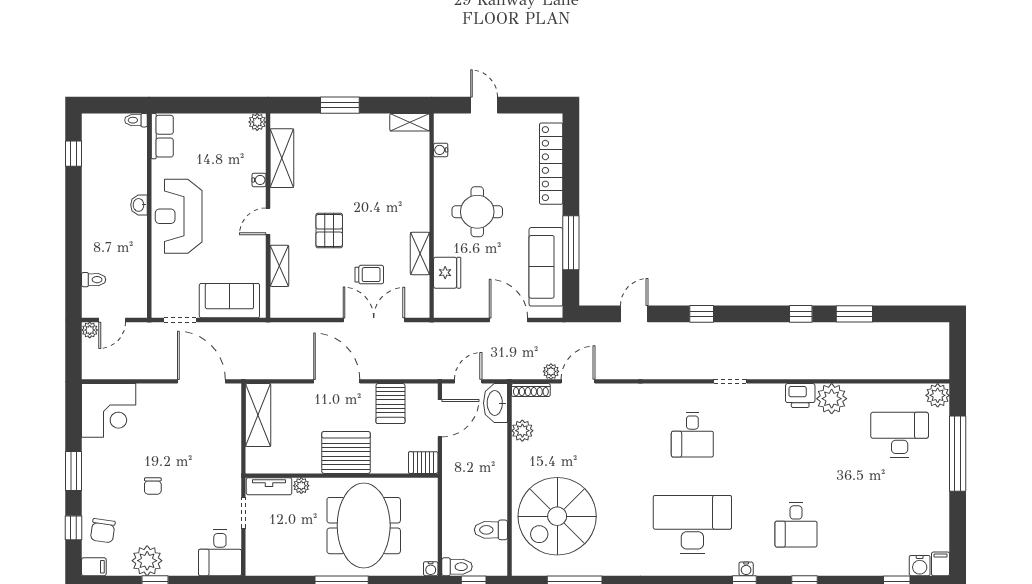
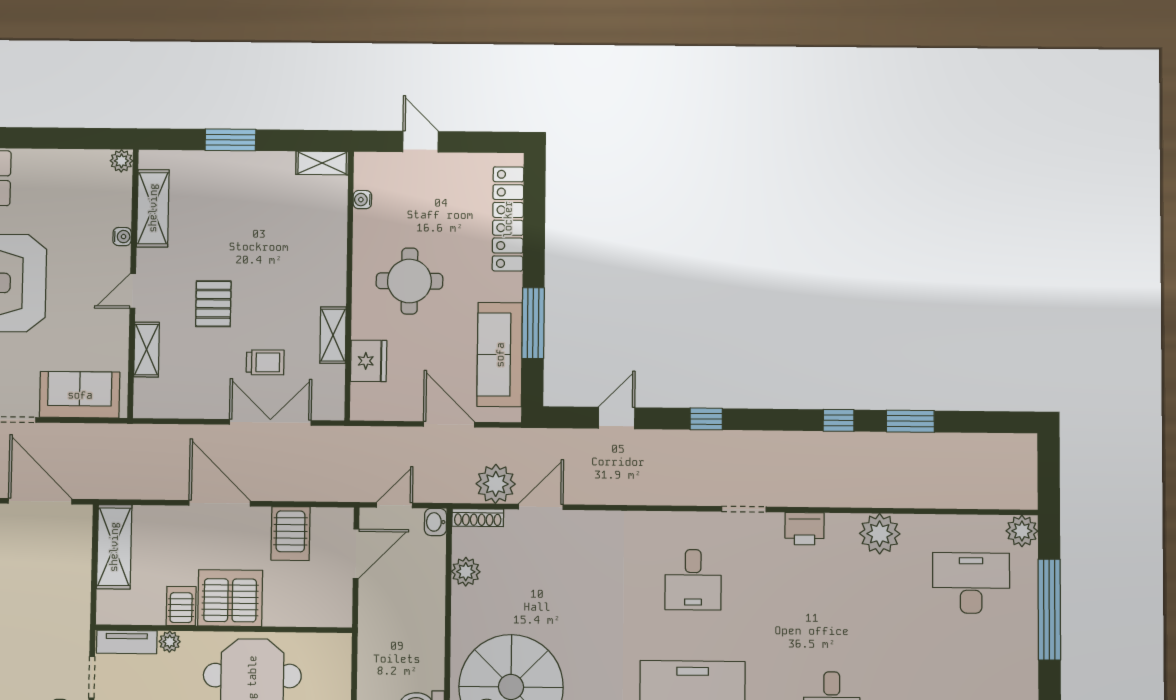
plant: (551, 371) -> (496, 484), width x1.88, depth x1.88
printer: (800, 395) -> (805, 529), moved
washbasin: (495, 403) -> (435, 522), width x0.52, depth x0.69
server rack: (423, 463) -> (181, 606), moved, turned 90

